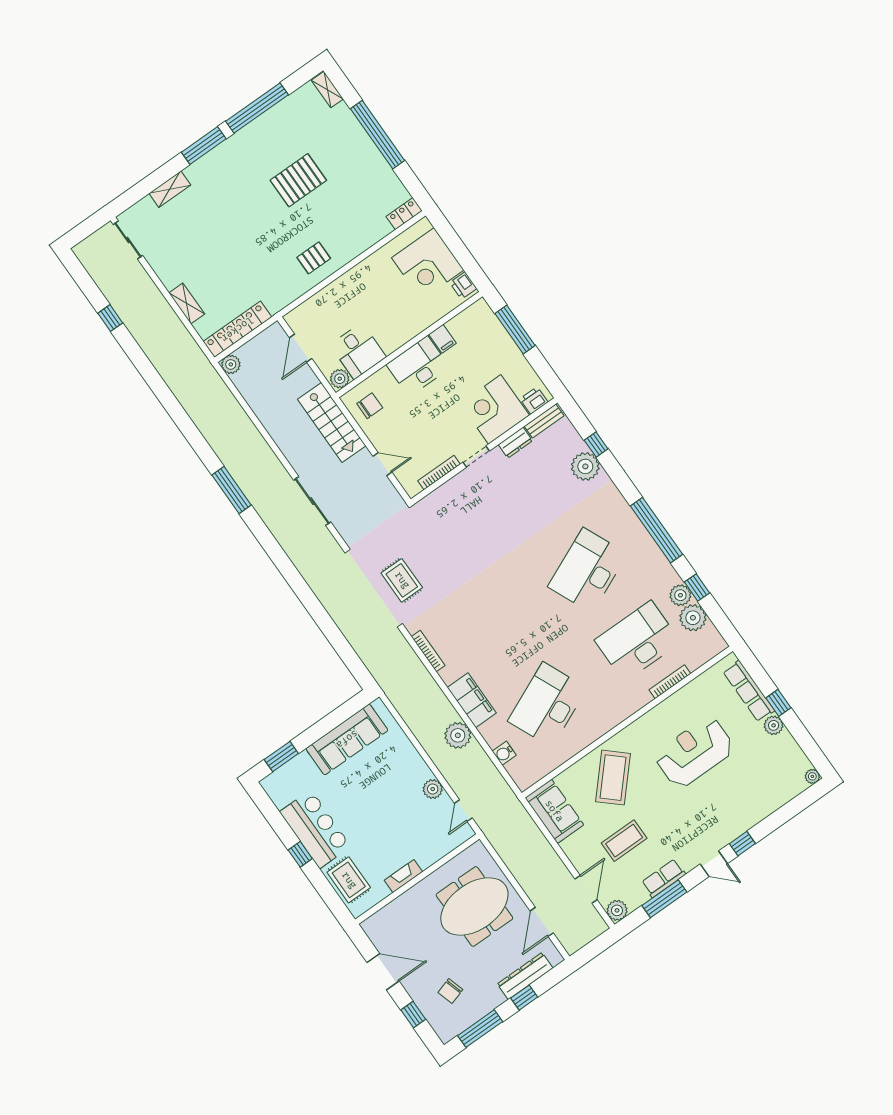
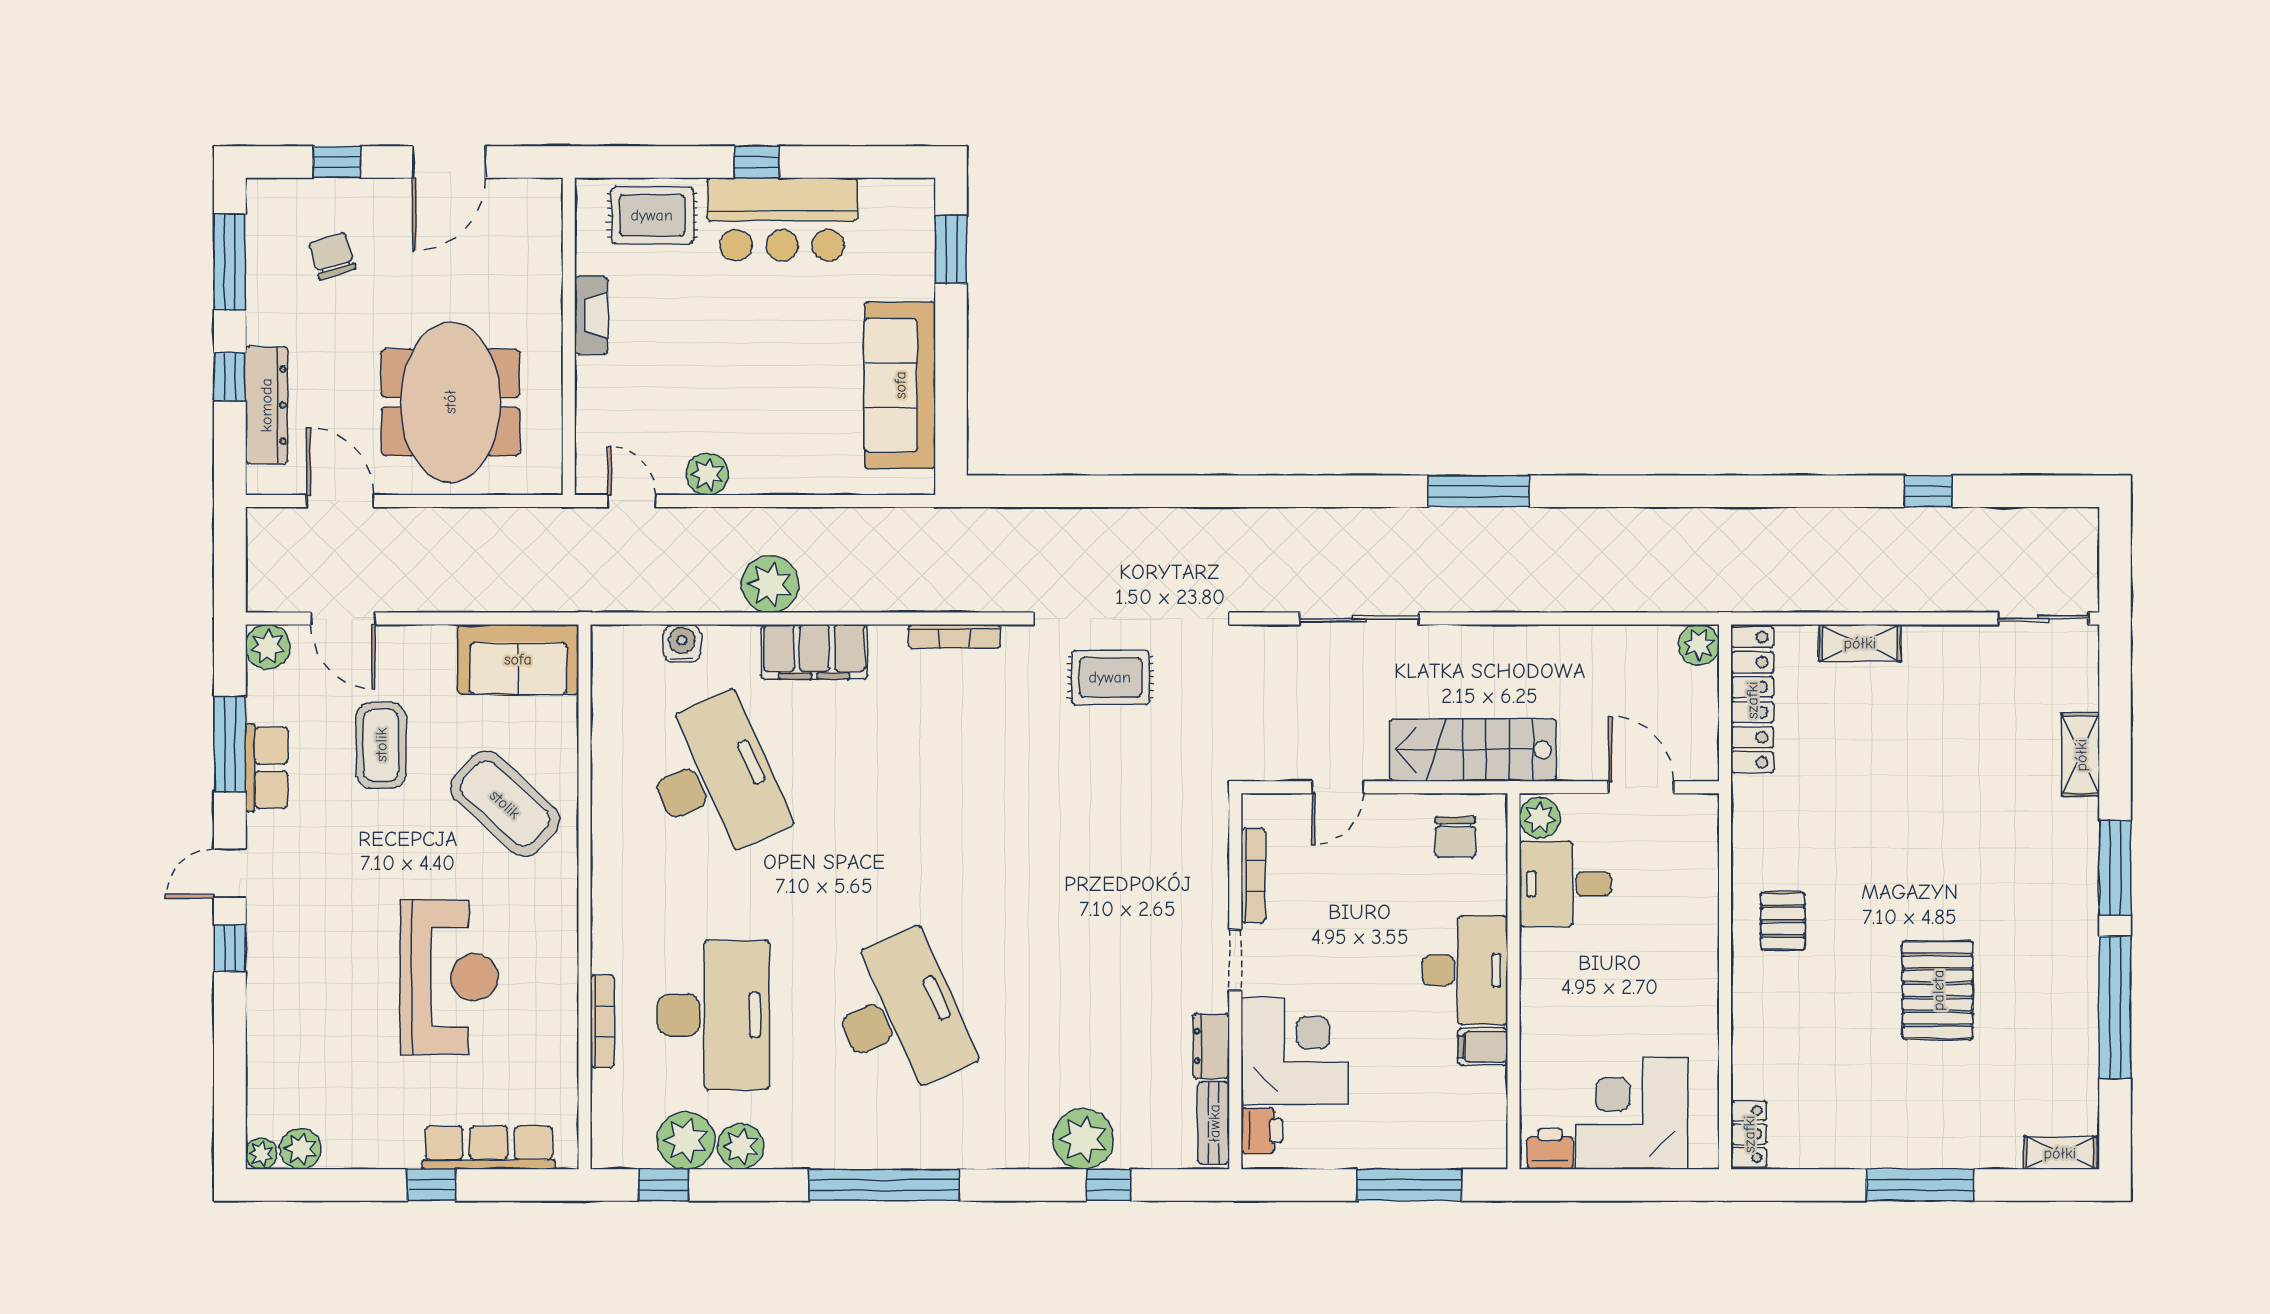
window: (378, 135) -> (1920, 1185), width x0.68
window: (697, 588) -> (664, 1185), moved
plant: (774, 725) -> (301, 1149), moved

